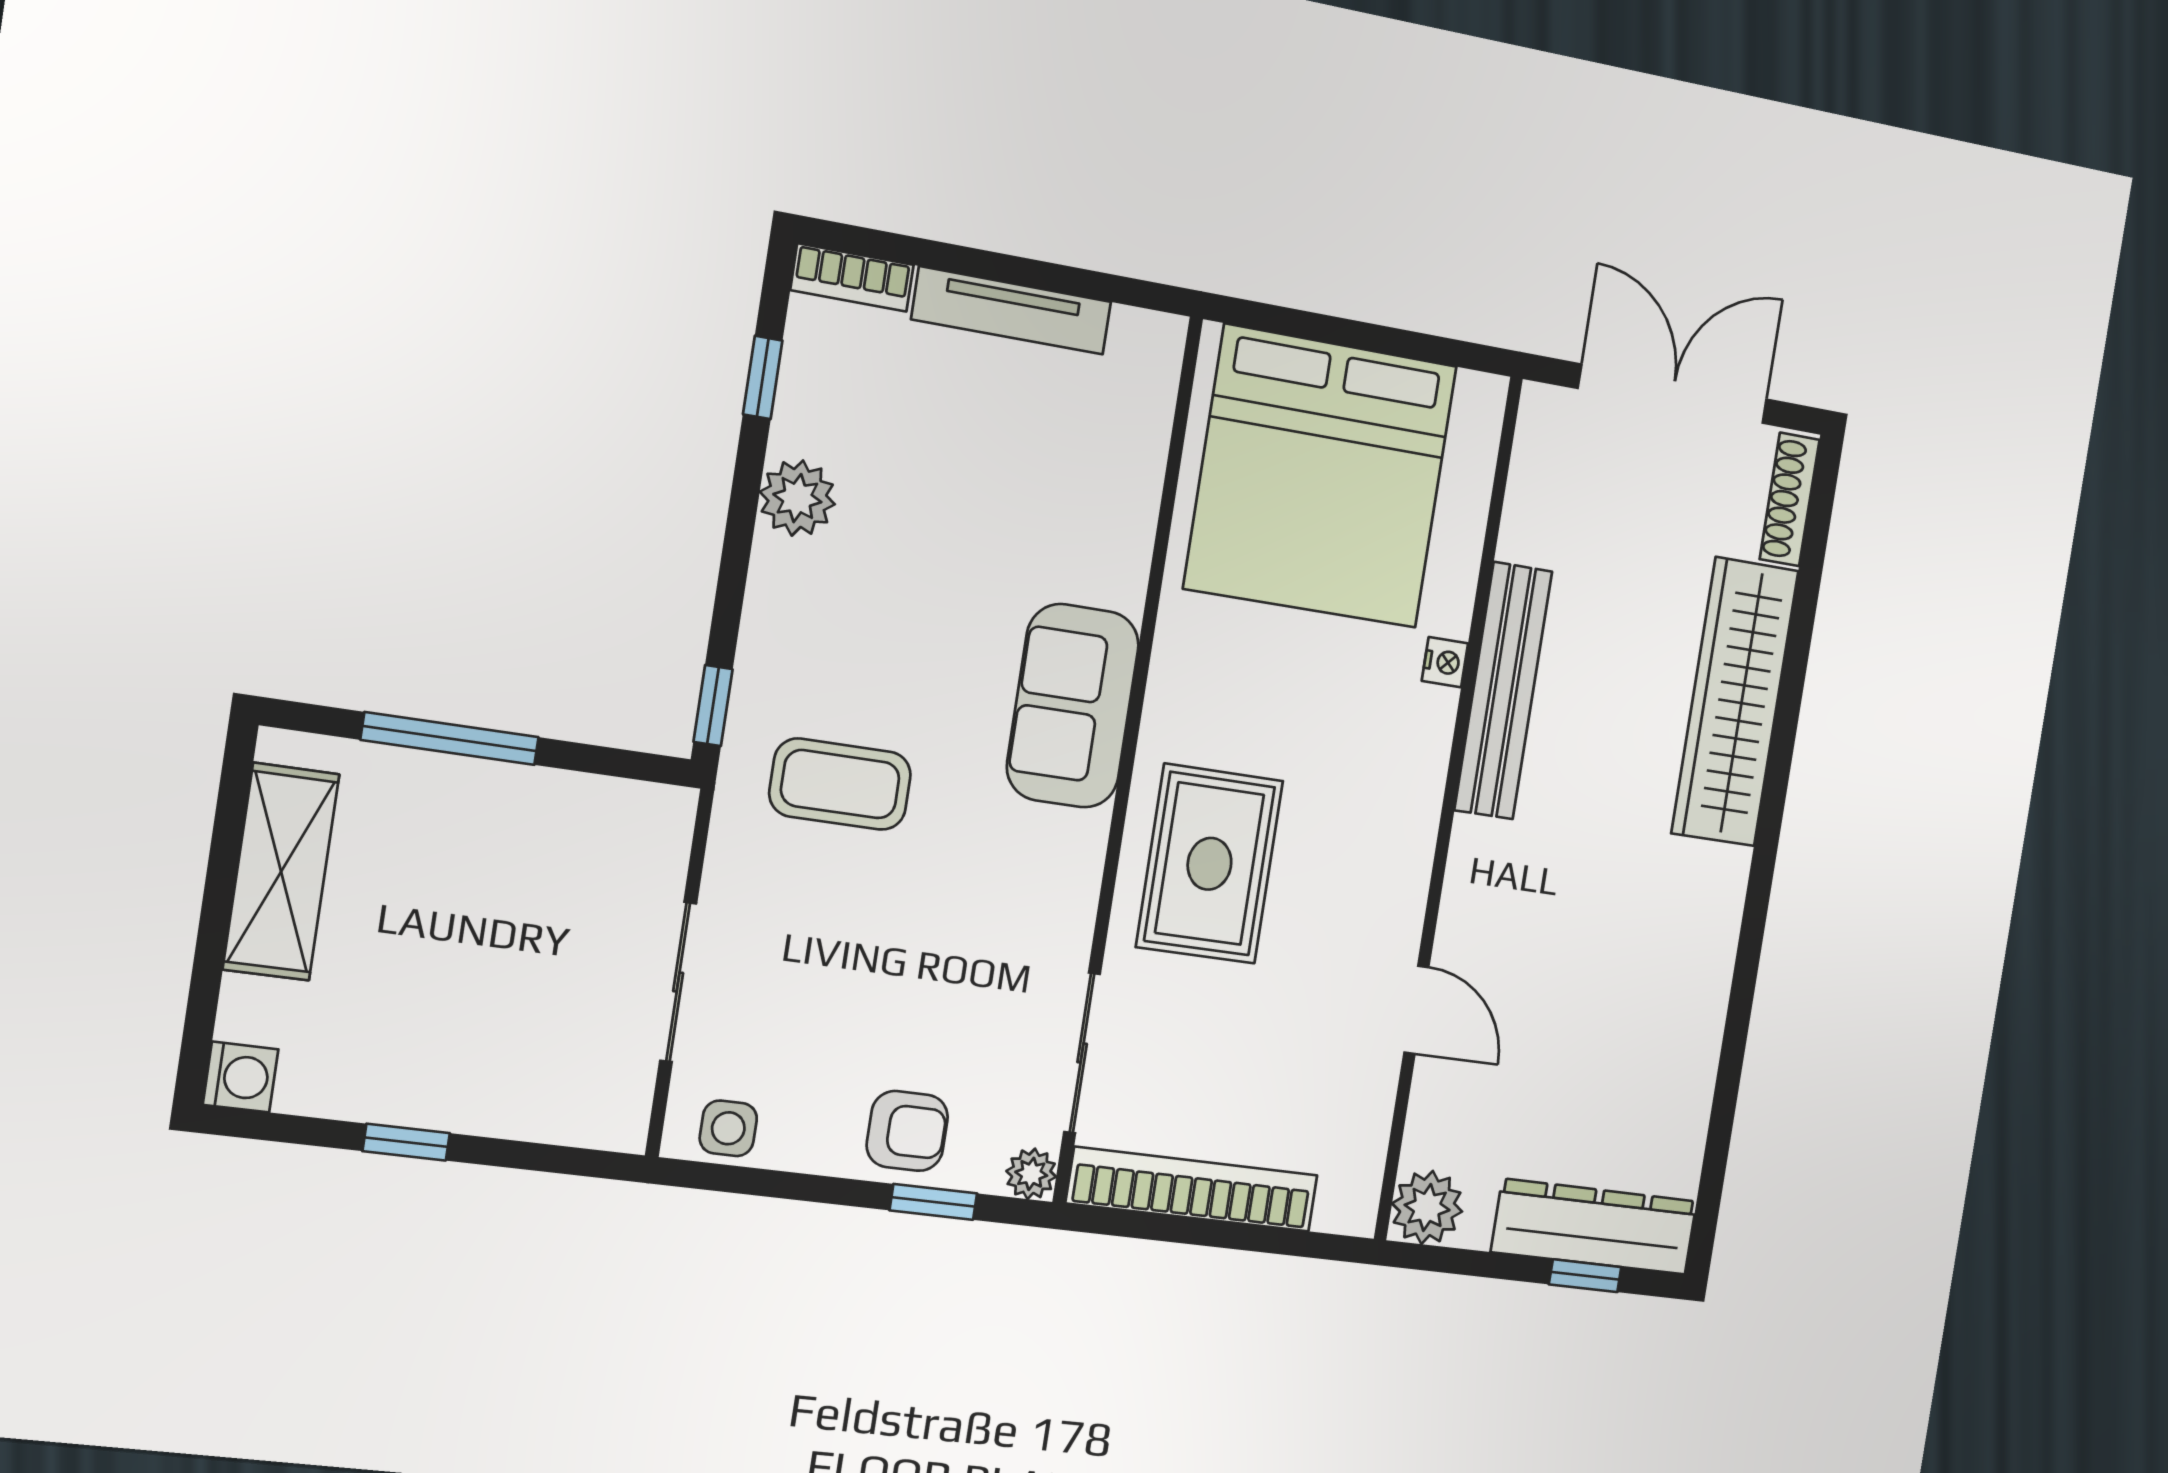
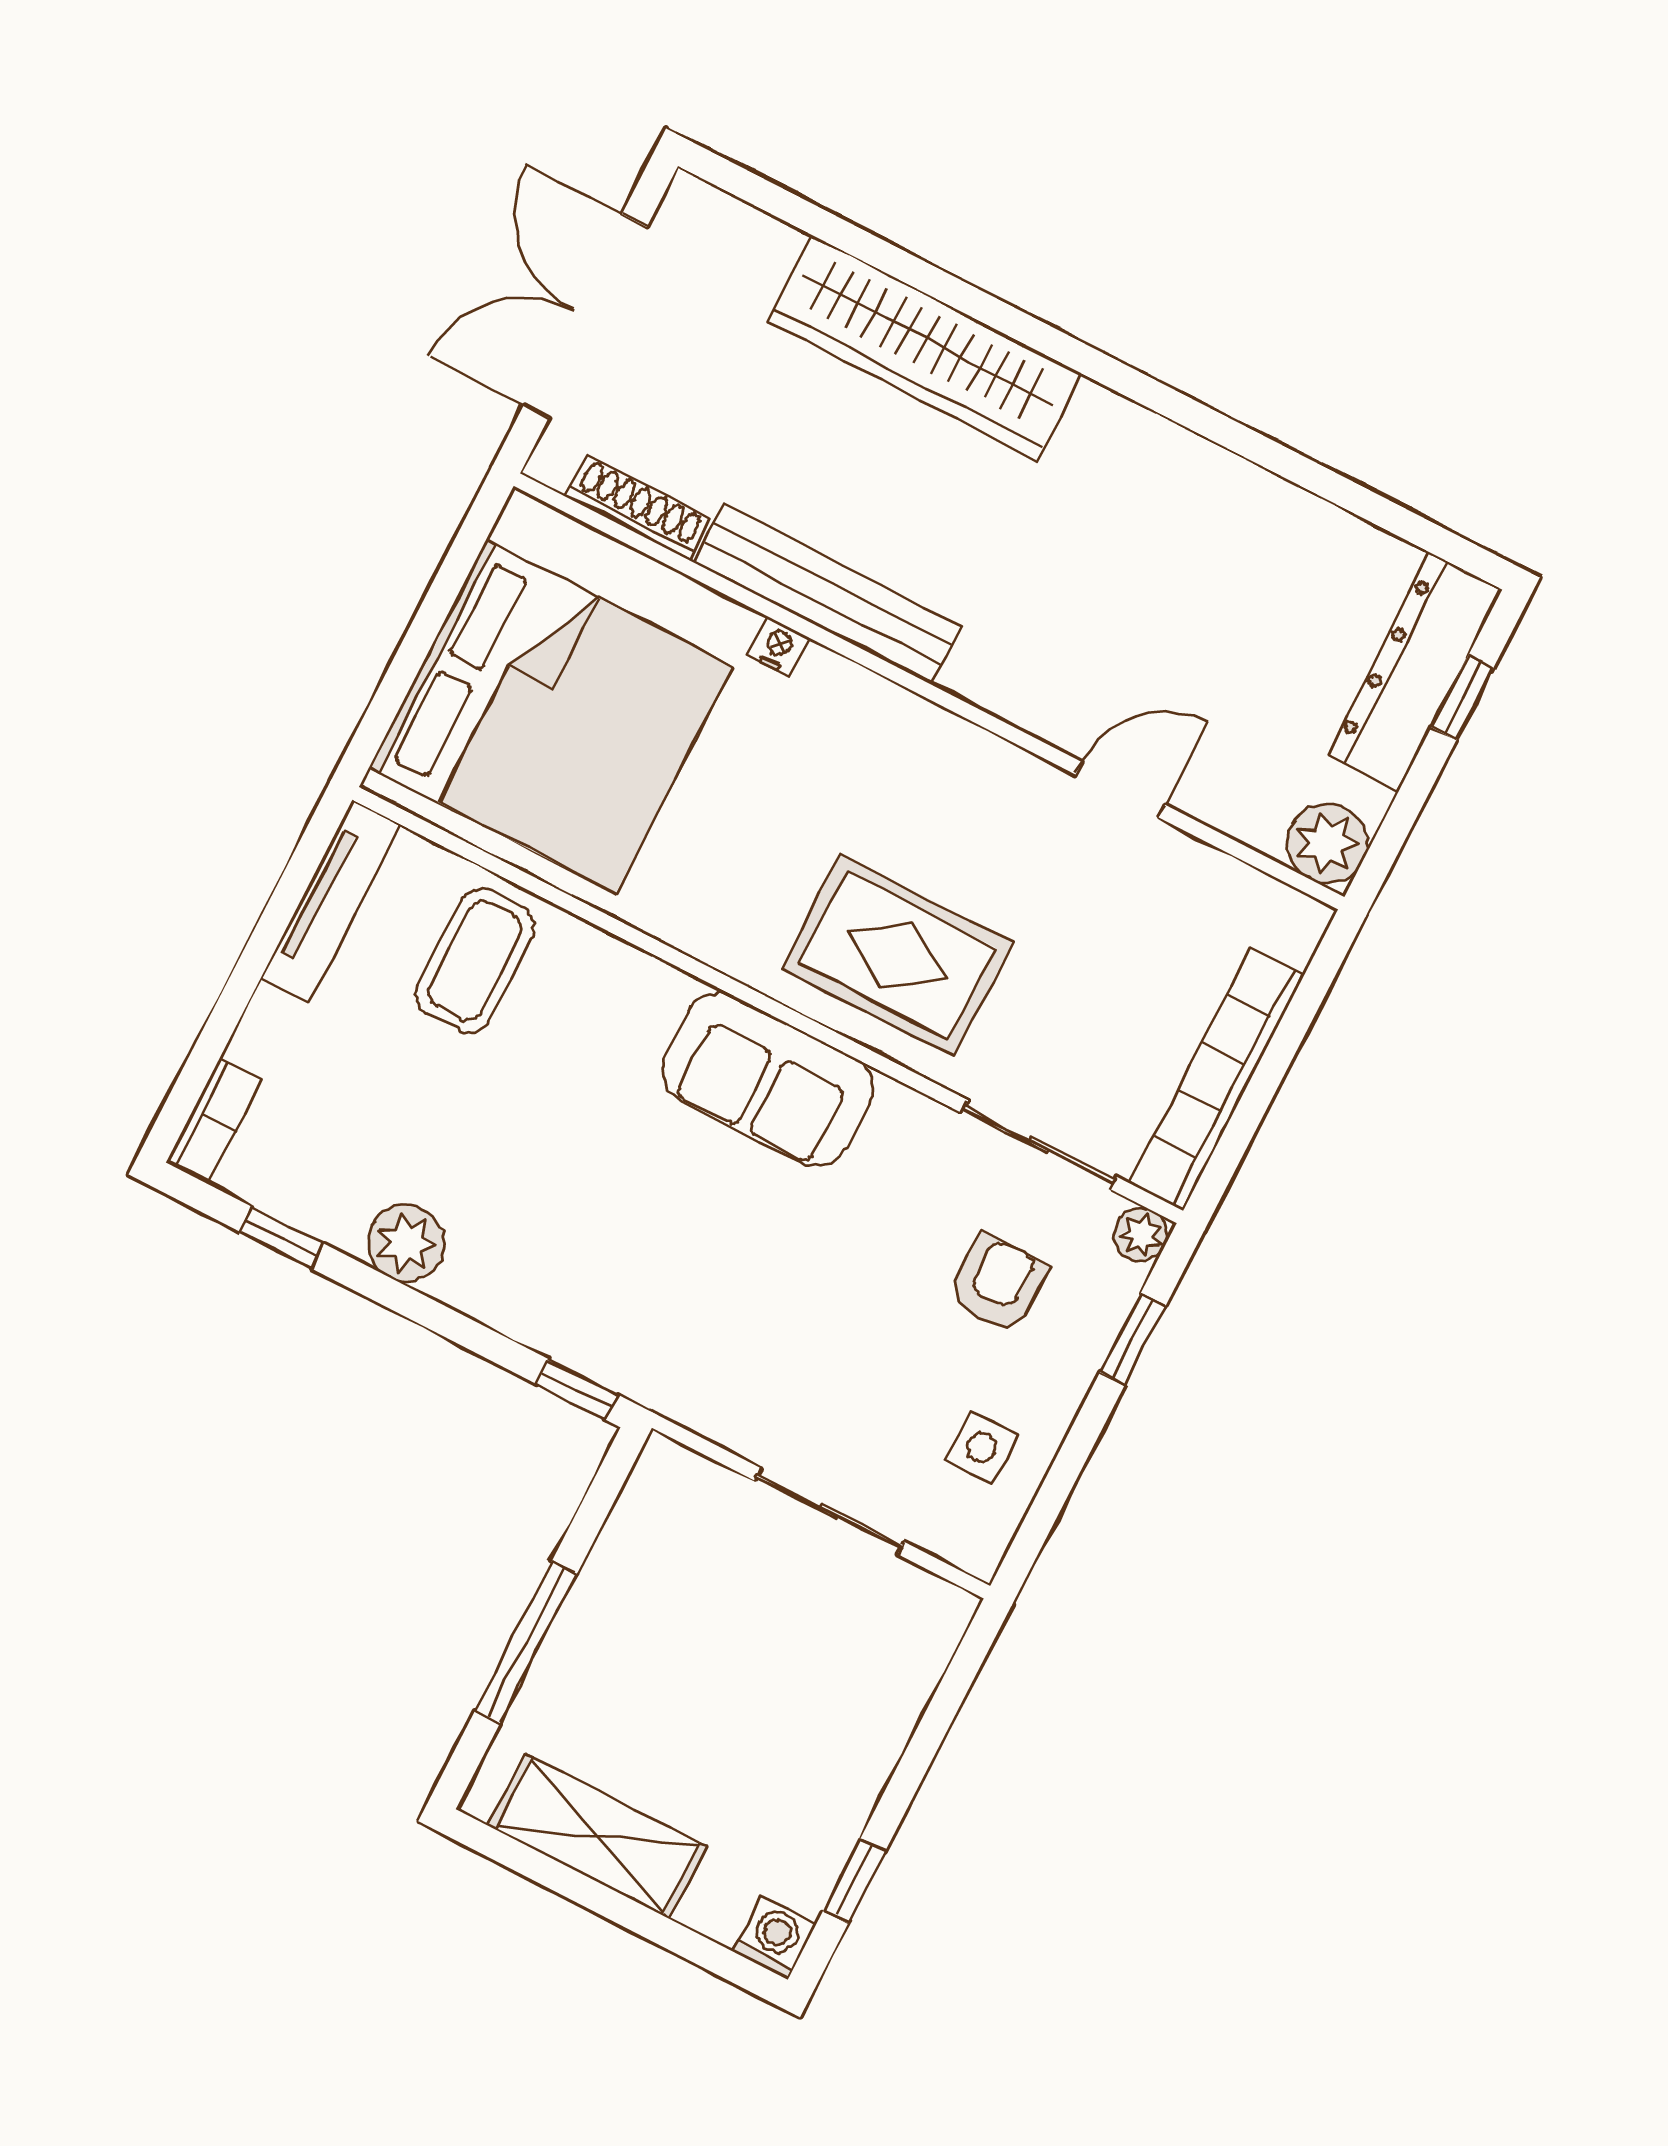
tv unit: (1012, 310) -> (331, 901), moved
shoe rack: (1790, 499) -> (638, 508), moved, turned 180
sofa: (1073, 706) -> (768, 1079), moved
coffee table: (840, 784) -> (475, 961), moved
side table: (728, 1128) -> (982, 1447), moved
armchair: (907, 1131) -> (998, 1283), moved
window: (406, 1142) -> (854, 1881), moved

